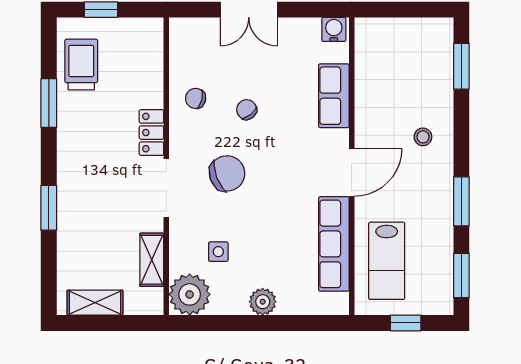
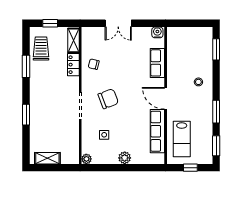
chair: (247, 110) -> (117, 69), removed
locker: (151, 133) -> (73, 65), moved
door: (352, 172) -> (166, 98), swing flipped
shelving: (152, 260) -> (74, 40), moved
plant: (190, 294) -> (86, 159), width x0.53, depth x0.53

